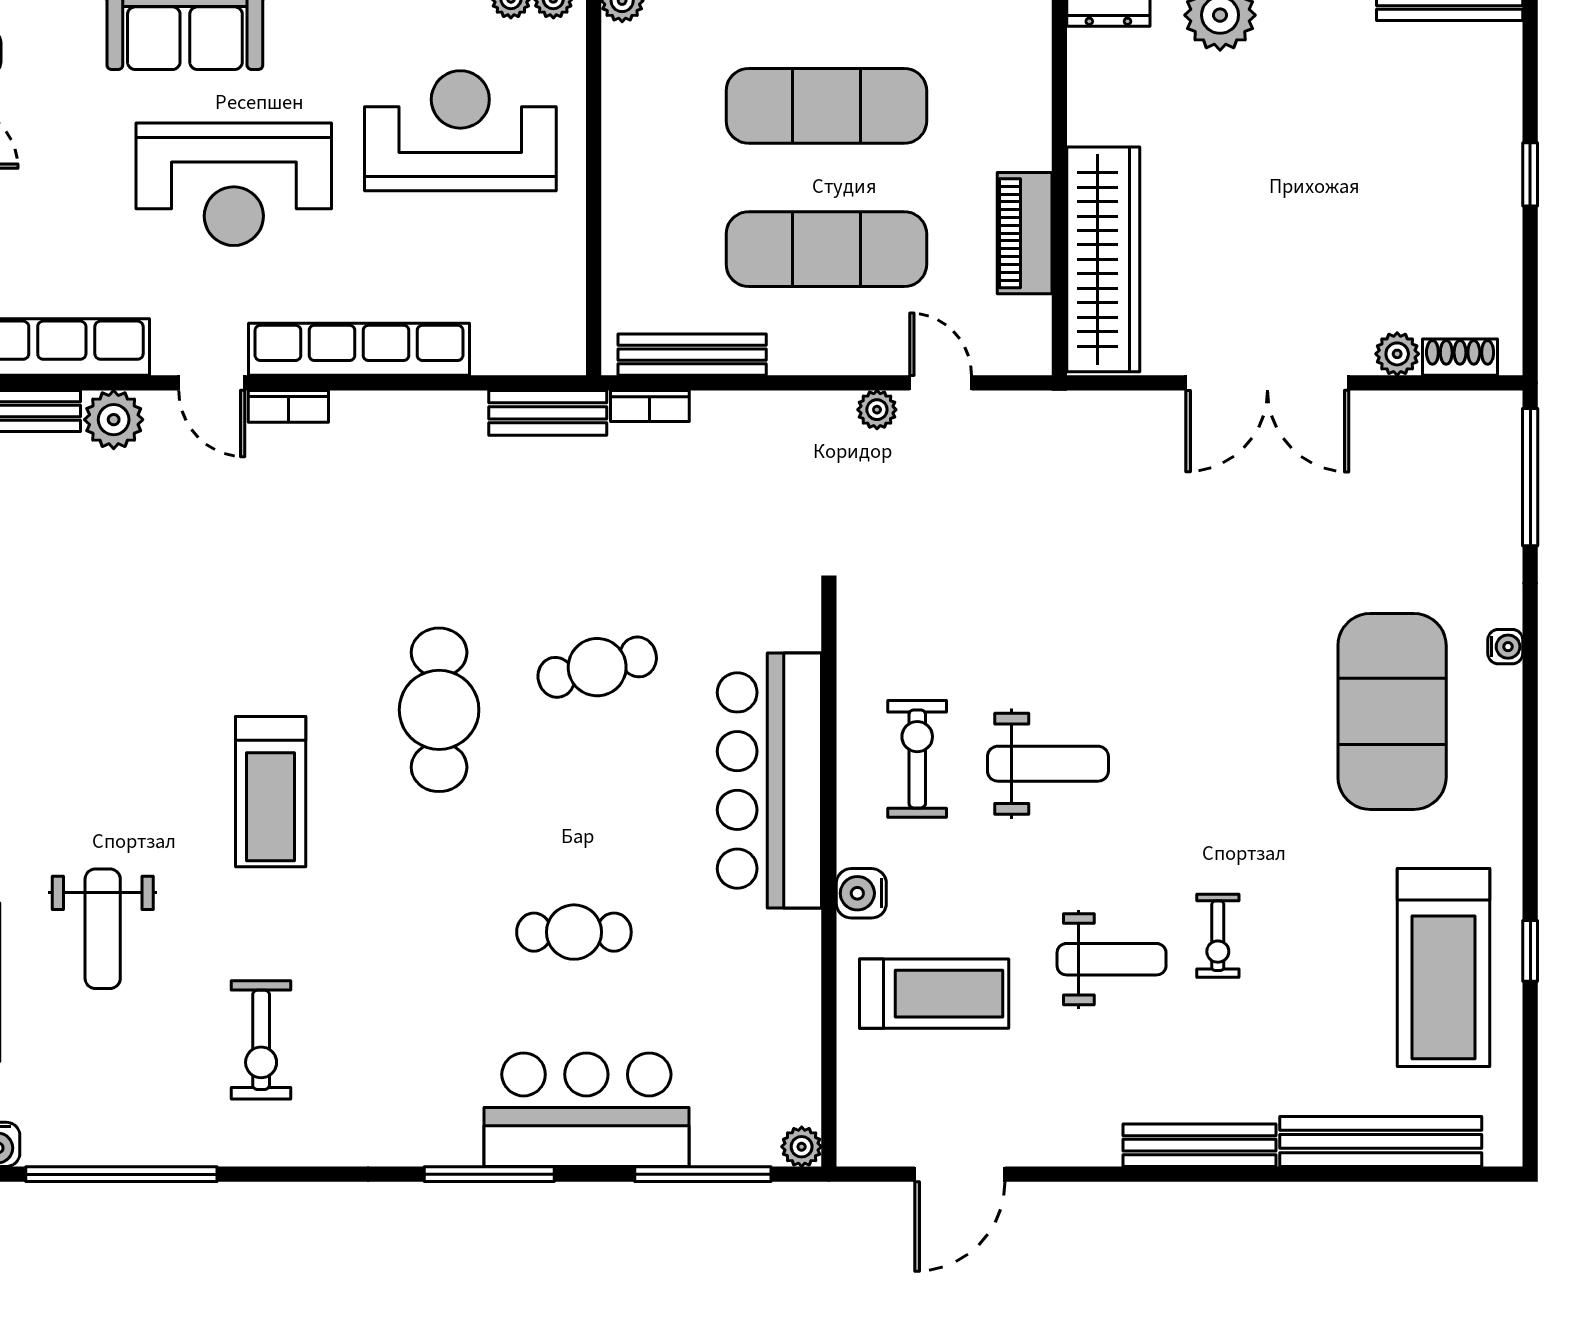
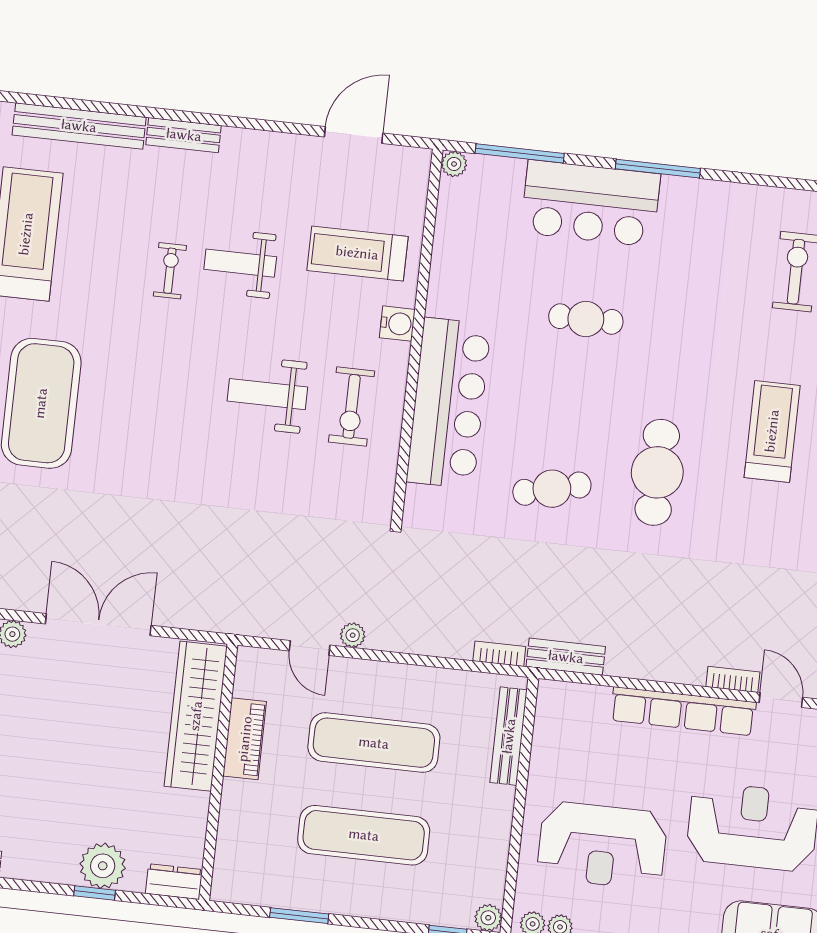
bench: (692, 355) -> (509, 736), moved, turned 90
bench: (1199, 1145) -> (184, 135), width x0.73

